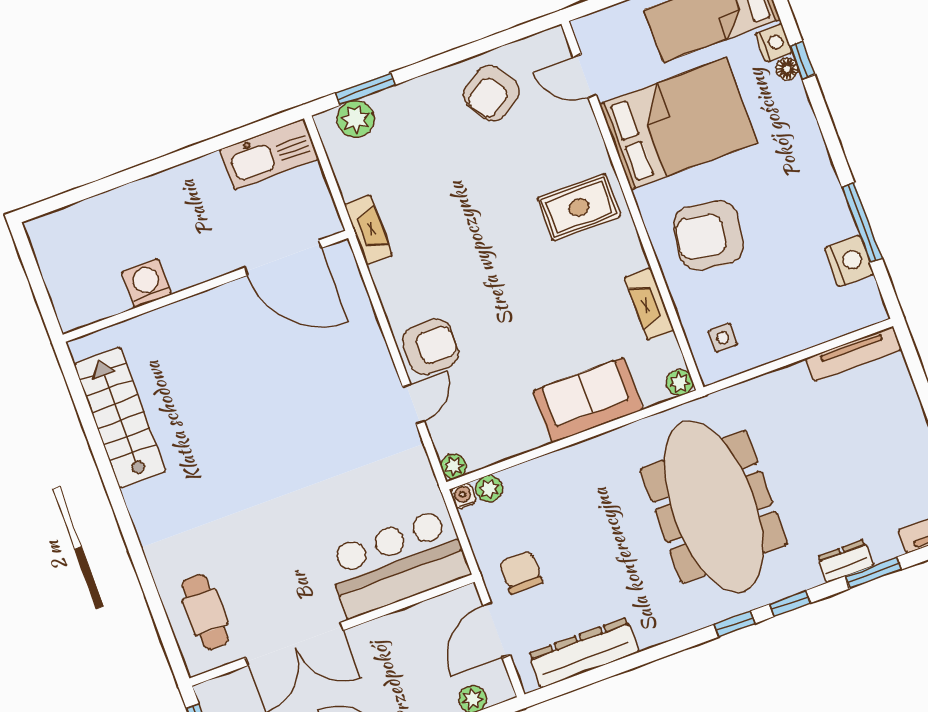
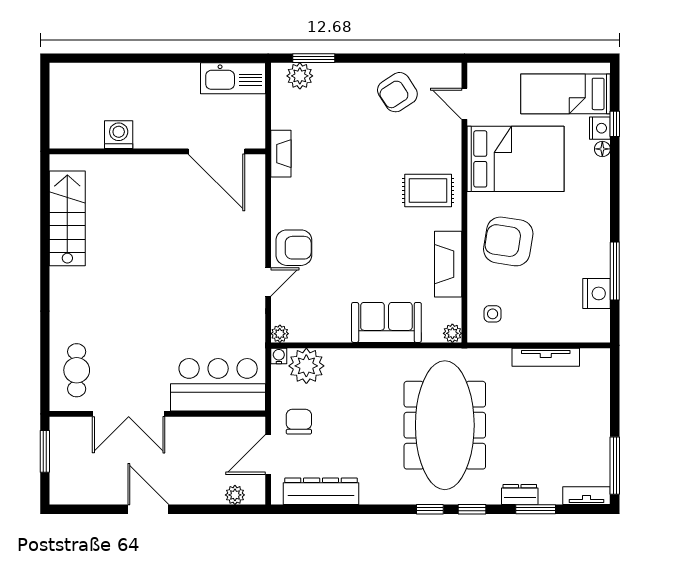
window: (802, 60) -> (615, 124), moved
fireplace: (649, 304) -> (448, 264), width x1.37, depth x1.32
tv unit: (854, 354) -> (546, 357), moved
plant: (489, 489) -> (306, 366), width x1.88, depth x1.88

